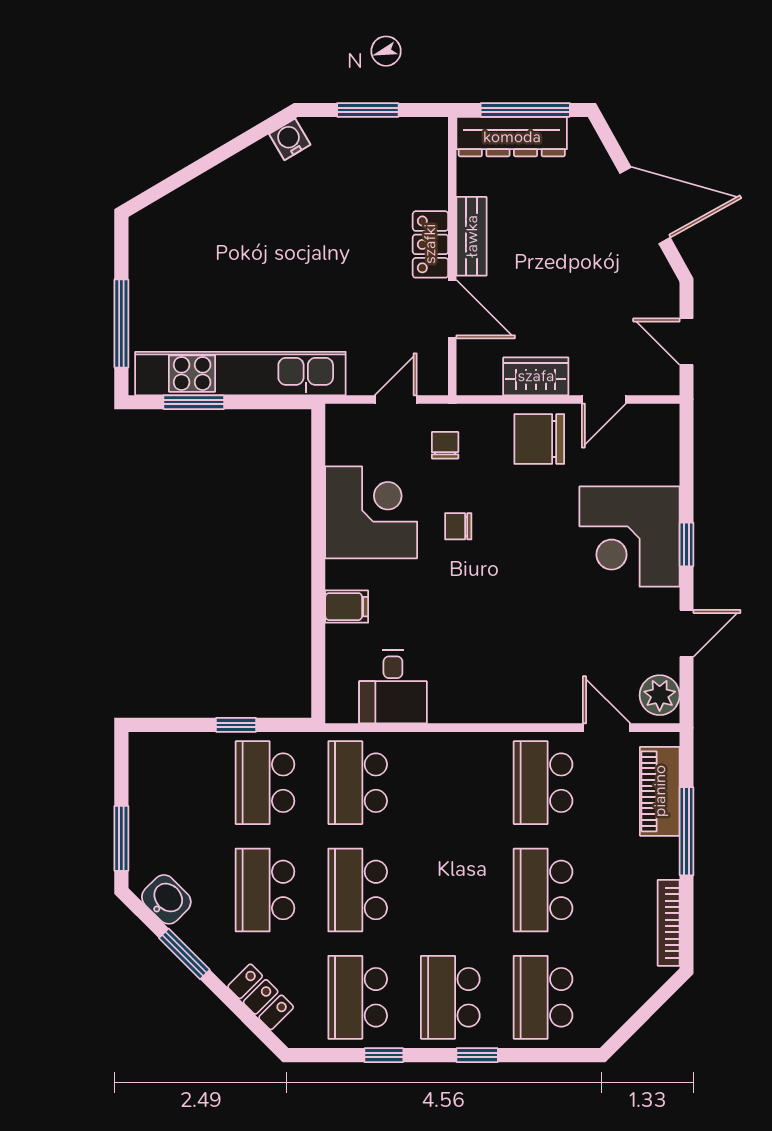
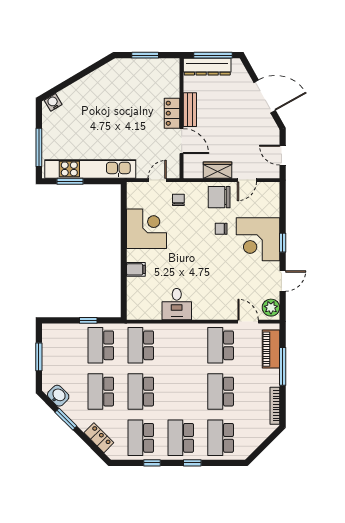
water cooler: (290, 139) -> (53, 102), moved
chair: (458, 526) -> (221, 229), moved
desk: (393, 687) -> (177, 304), moved
window: (121, 838) -> (39, 357), moved

